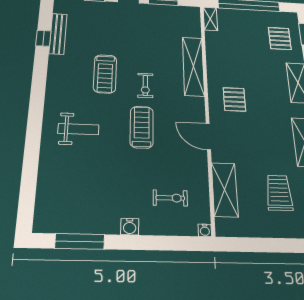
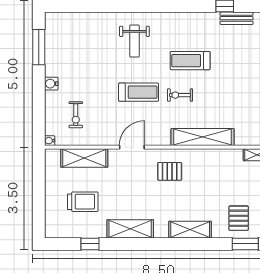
bench: (58, 34) -> (237, 18), width x0.73
pallet: (280, 38) -> (239, 218), turned 90

